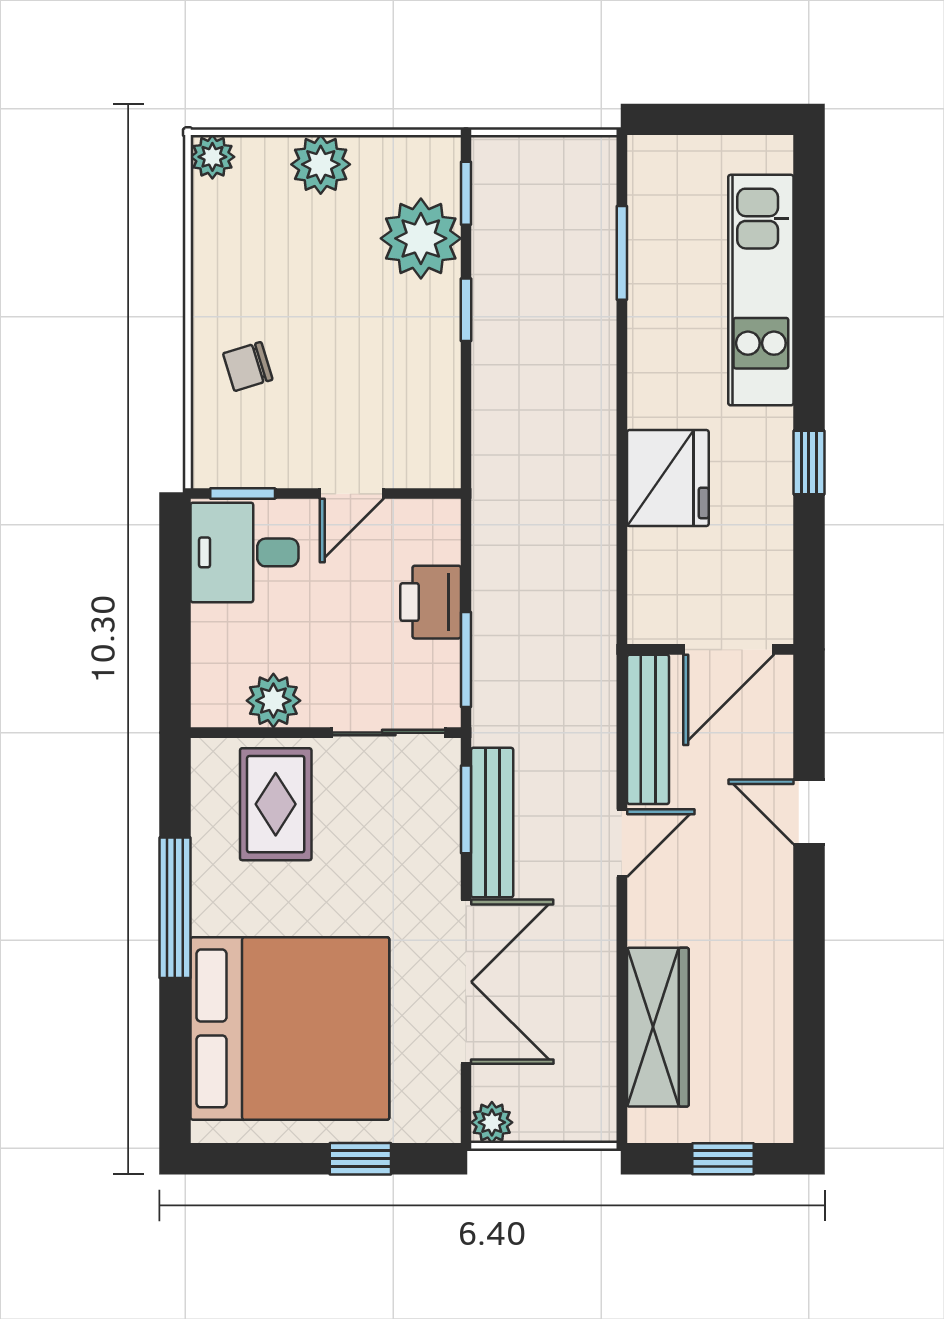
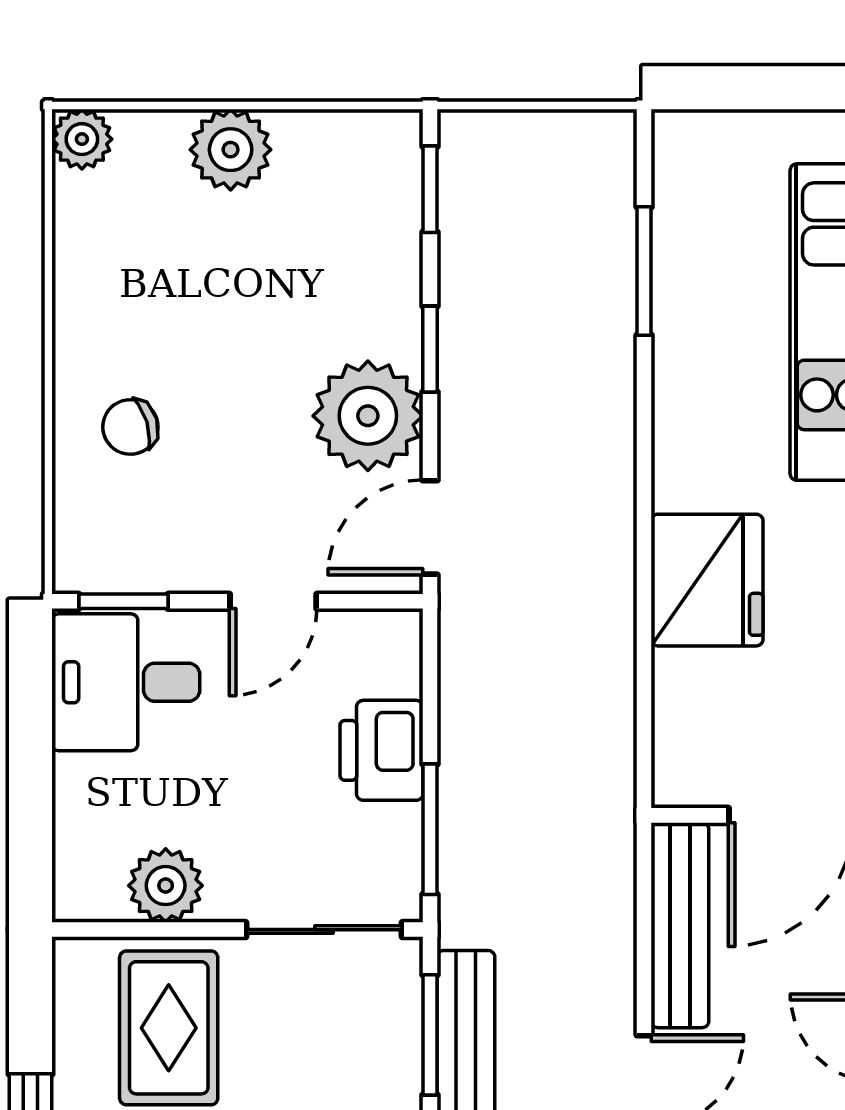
plant: (421, 238) -> (368, 416), moved
door: (466, 440) -> (430, 527), added

